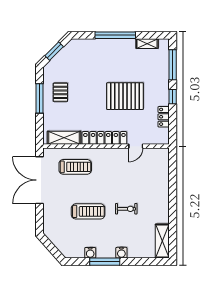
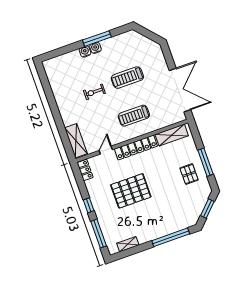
window: (115, 35) -> (171, 237), moved
locker: (164, 117) -> (85, 170), moved
treadmill: (75, 167) -> (134, 116), moved
shelving: (162, 241) -> (76, 141), moved
water cooler: (90, 253) -> (95, 48), moved

